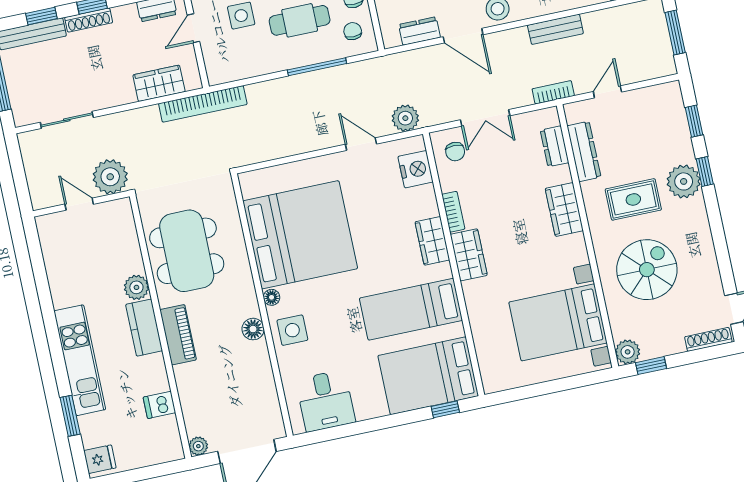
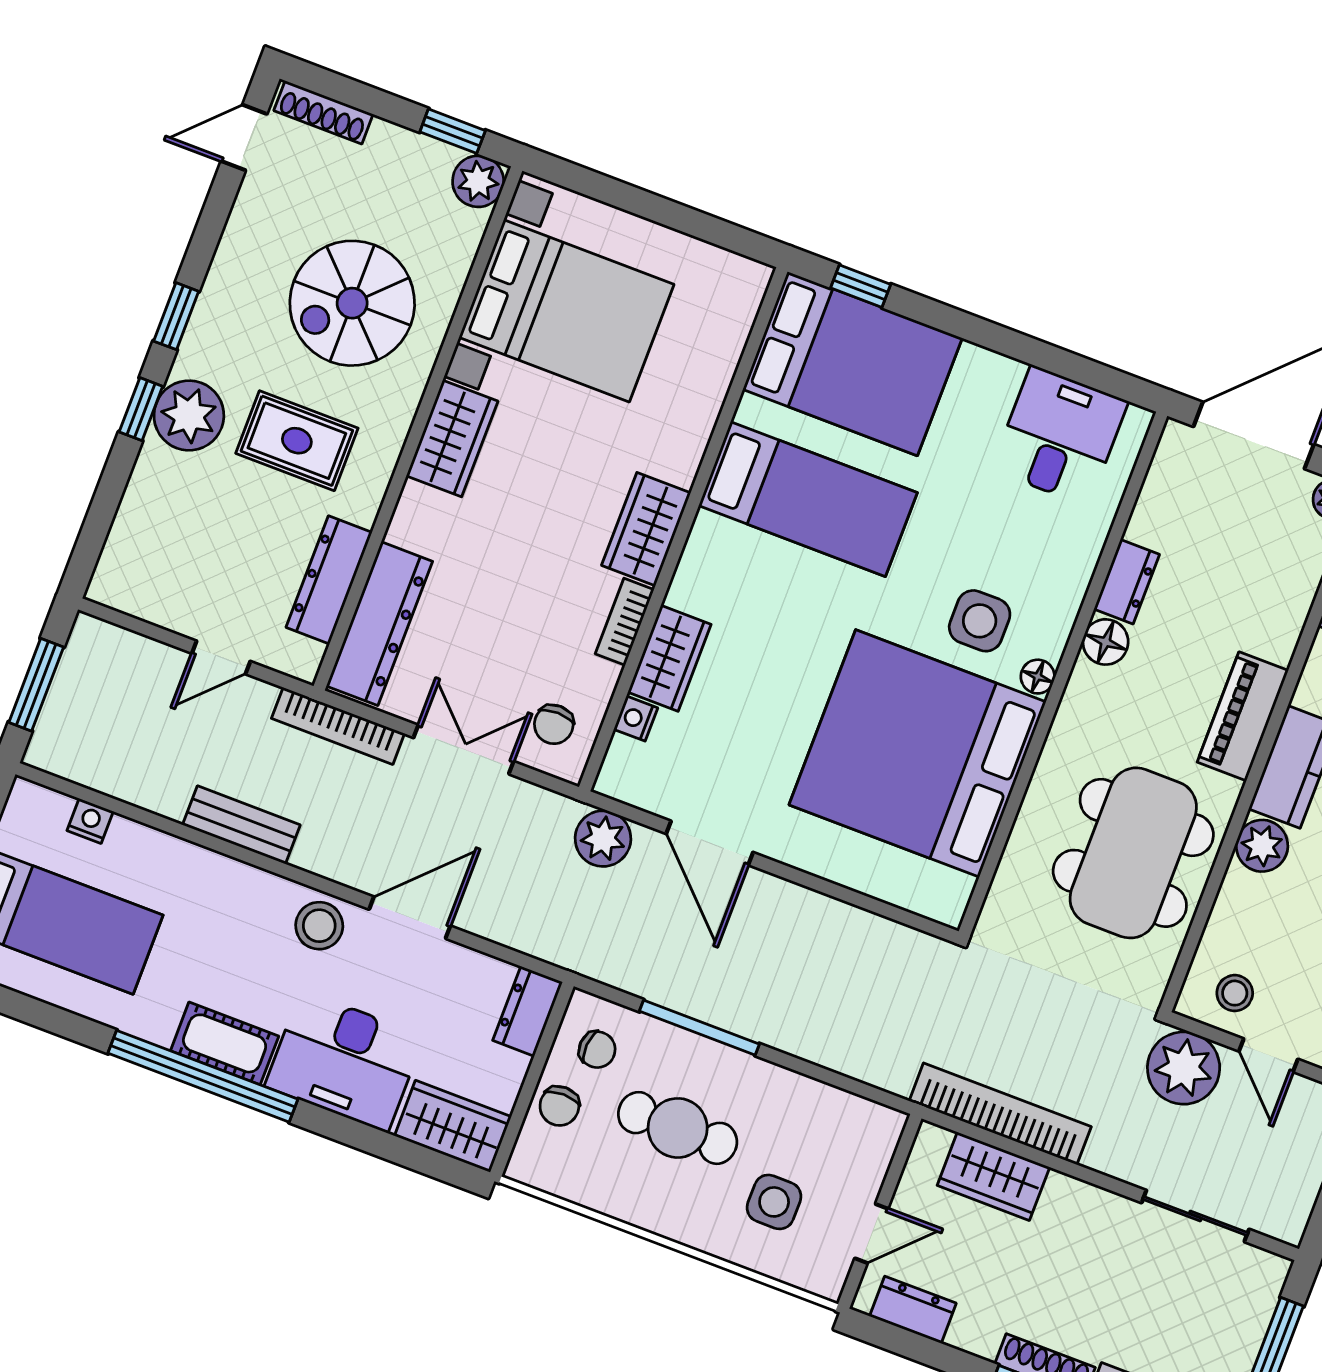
chair: (353, 31) -> (597, 1050), turned -86
dresser: (420, 31) -> (528, 1011), moved, turned 90
door: (463, 36) -> (410, 918), hinge flipped
bookcase: (553, 92) -> (338, 726), width x1.56
bookcase: (203, 104) -> (1000, 1114), moved
window: (694, 121) -> (176, 316), moved
door: (361, 144) -> (710, 843), width x1.38
dresser: (555, 146) -> (379, 624), width x1.96, depth x1.24
chair: (455, 152) -> (554, 724), turned 180
nightstand: (416, 169) -> (636, 719), width x0.53, depth x0.56
wardrobe: (564, 209) -> (452, 439), moved
stool: (109, 221) -> (1235, 993), added
wardrobe: (432, 241) -> (669, 658), moved
side table: (292, 330) -> (980, 621), moved
dresser: (260, 359) -> (1127, 582), added

